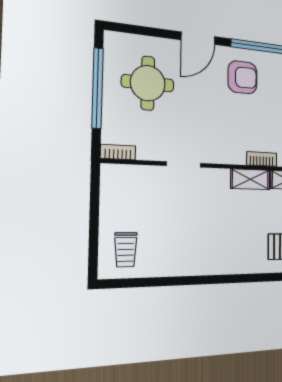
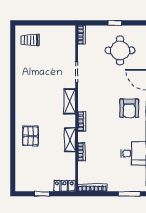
window: (98, 88) -> (115, 23), width x0.32
shelving: (250, 179) -> (70, 101), moved

